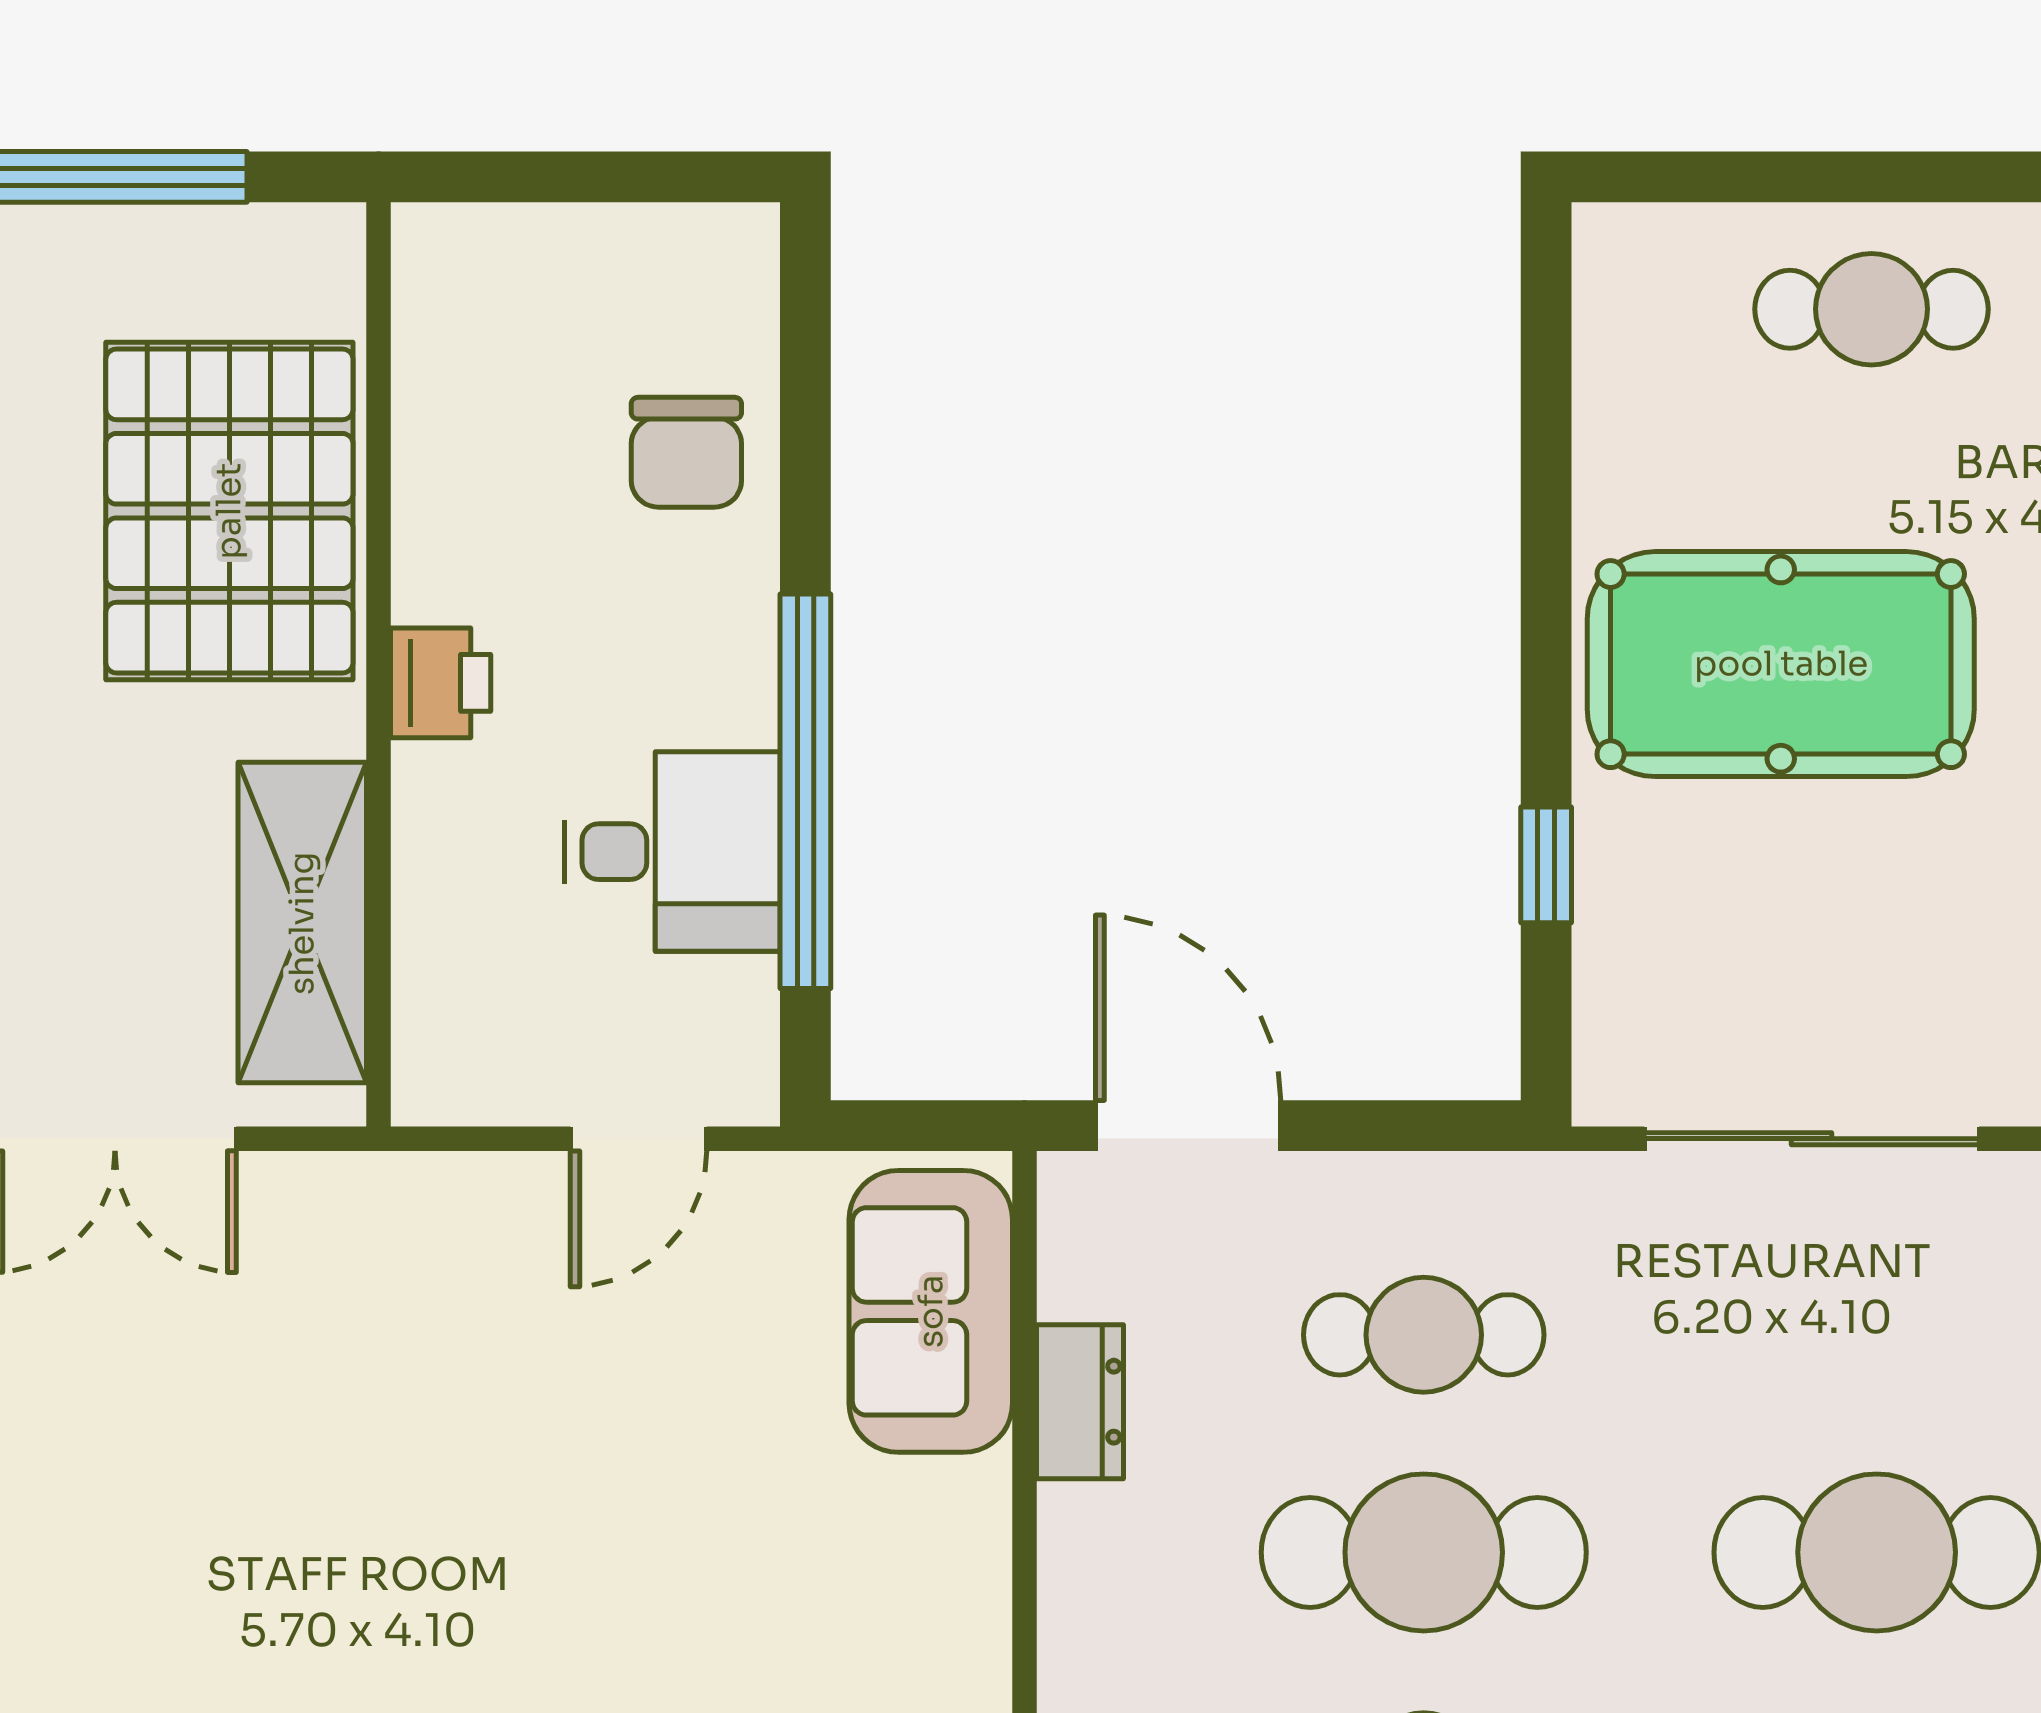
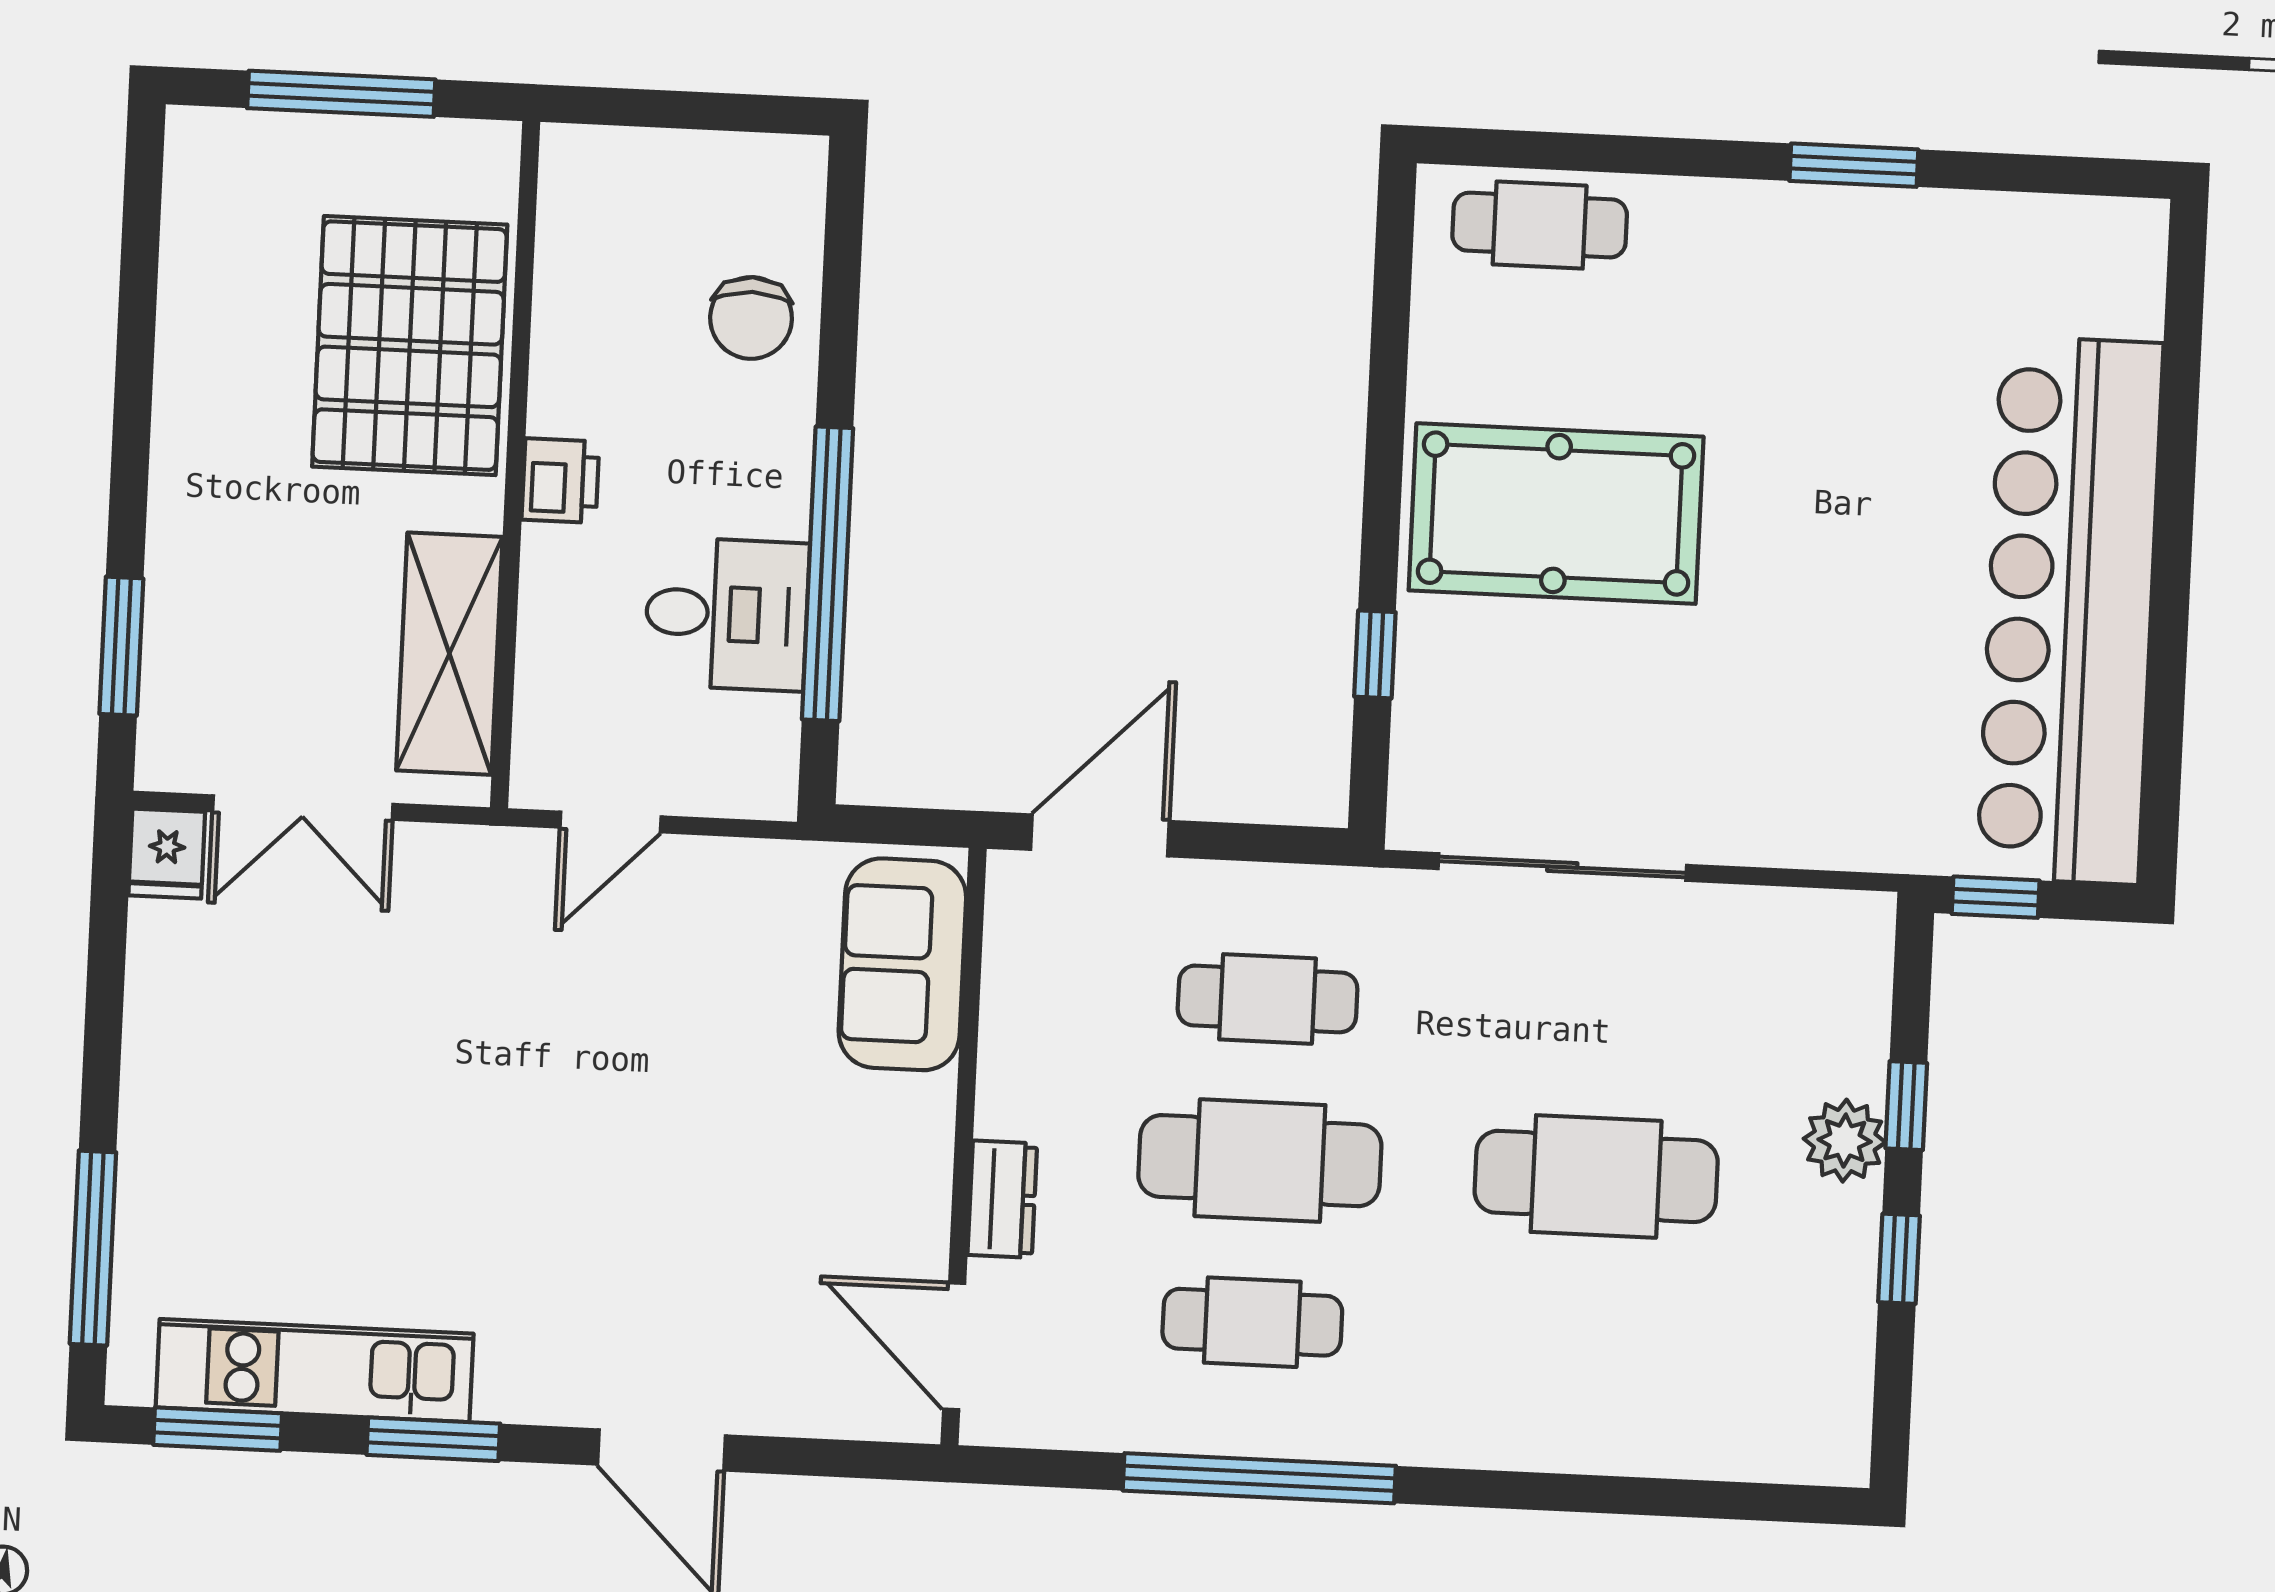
cafe table: (1871, 309) -> (1540, 225), moved
door: (1188, 1126) -> (1100, 835), hinge flipped
door: (639, 1139) -> (611, 822), moved
dresser: (1080, 1402) -> (1002, 1199), moved

